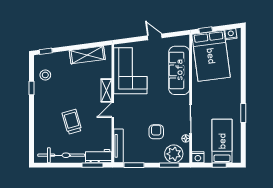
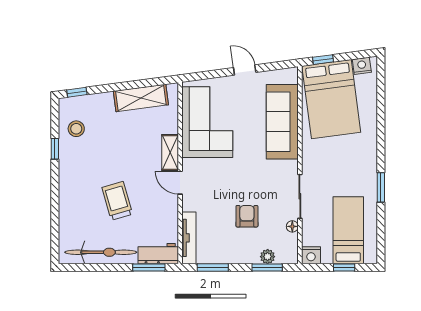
door: (113, 110) -> (180, 183), hinge flipped
plant: (174, 154) -> (268, 257), width x0.53, depth x0.53

